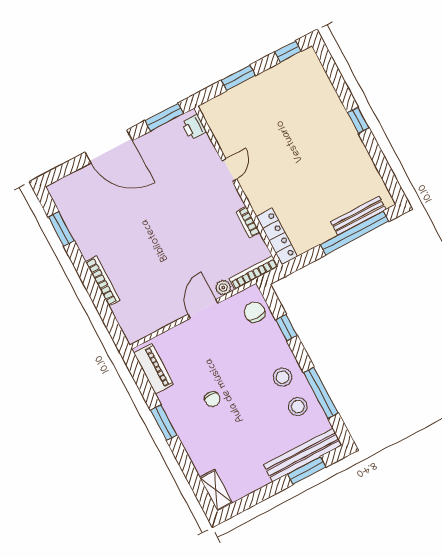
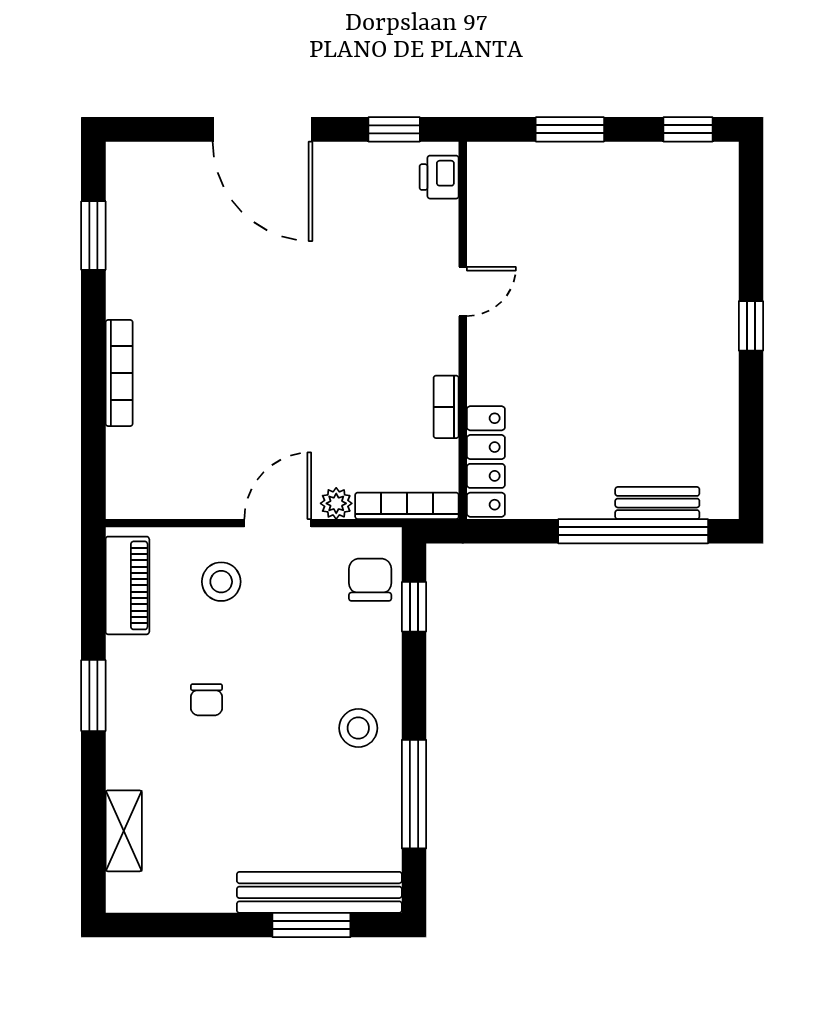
window: (164, 117) -> (394, 129), width x0.67
bench: (358, 216) -> (657, 503), width x0.73
window: (286, 328) -> (414, 607), moved
stool: (298, 407) -> (221, 582), moved
shelving: (216, 490) -> (124, 831), moved

